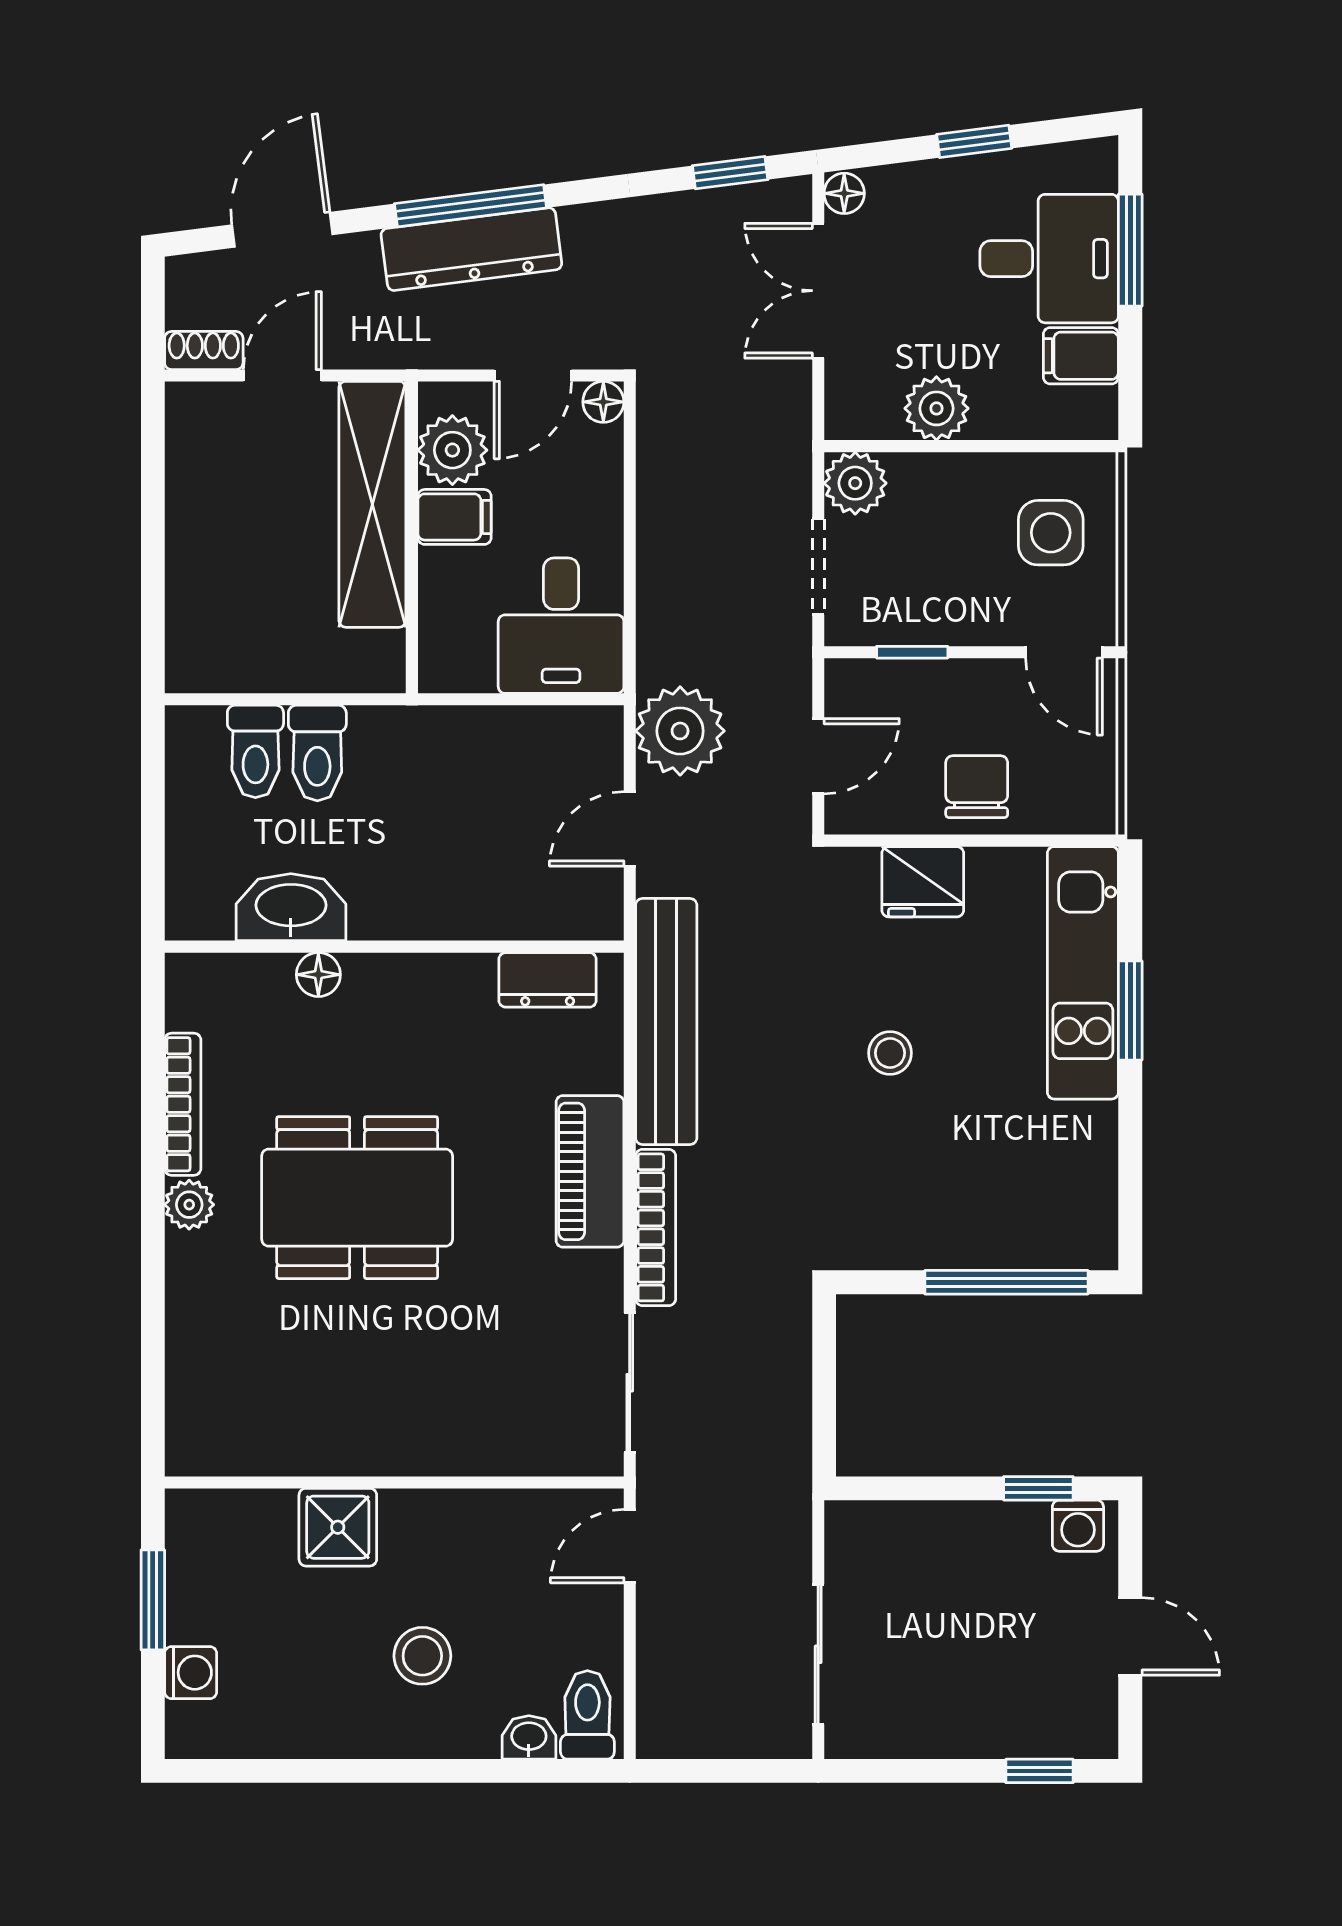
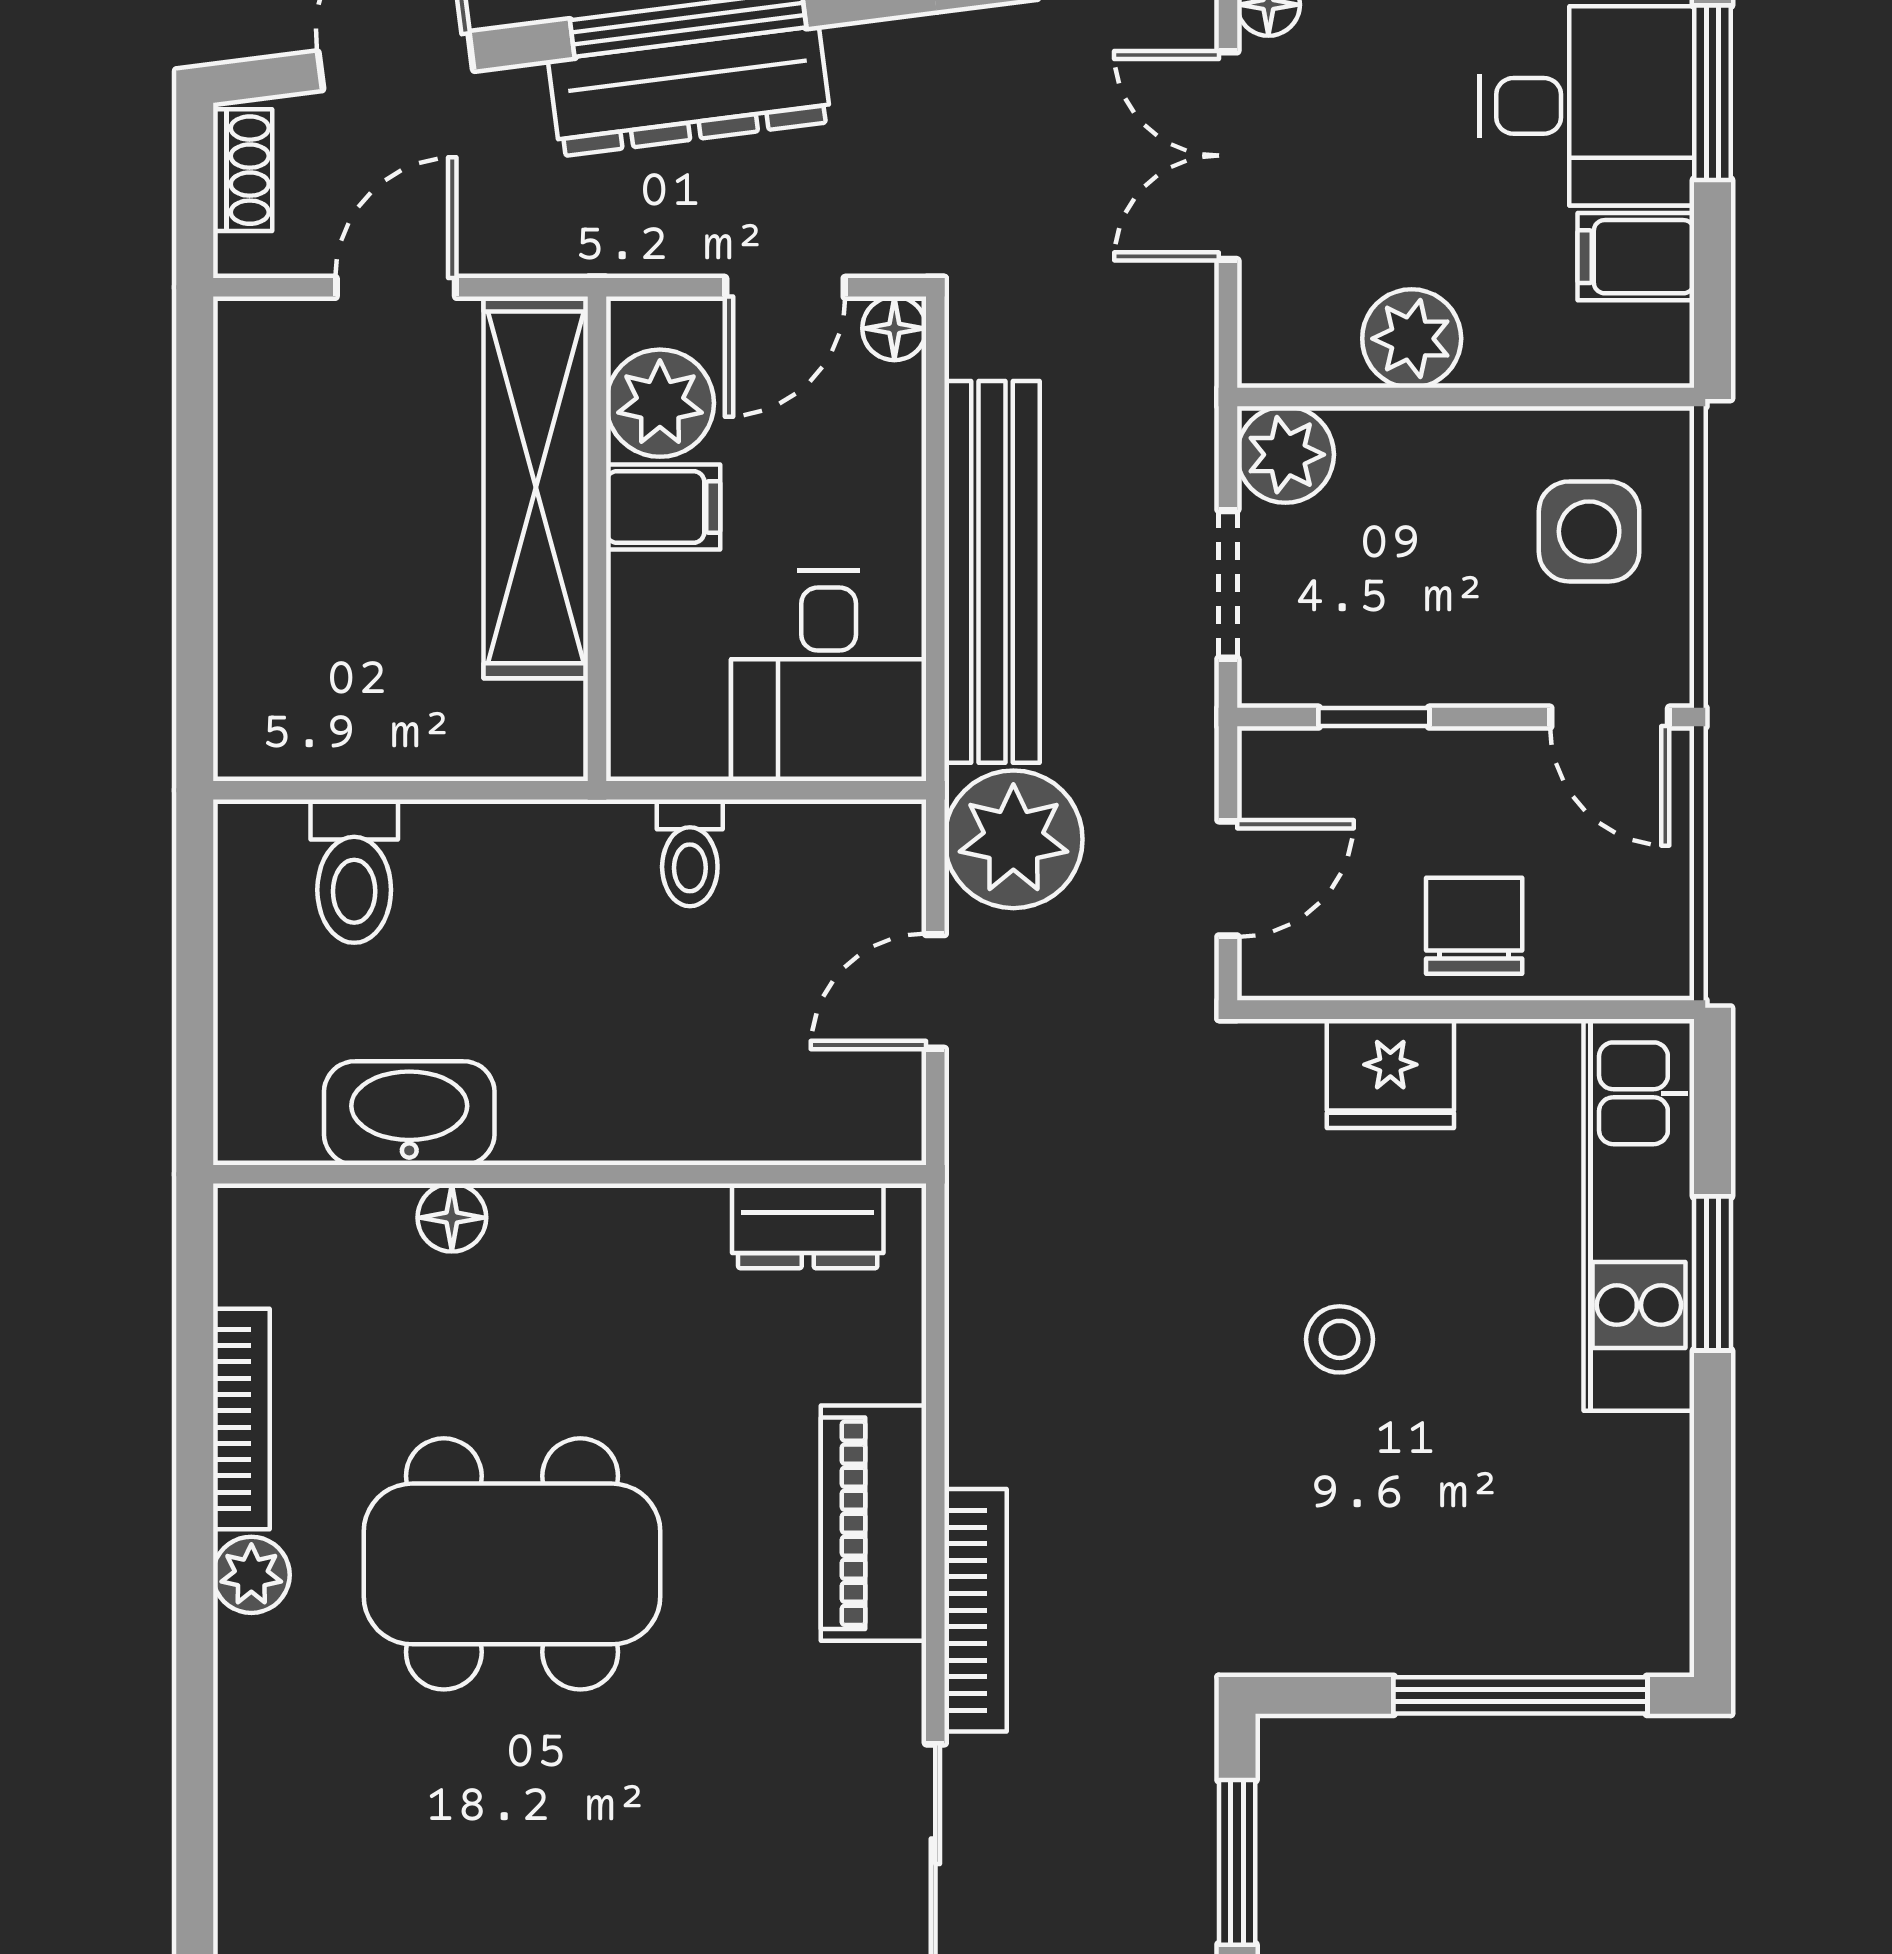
shoe rack: (204, 351) -> (243, 170), moved, turned 90
toilet: (317, 753) -> (690, 853), moved, width x0.73, depth x0.72
bench: (666, 1021) -> (992, 572), moved
window: (824, 1390) -> (1237, 1862), added

